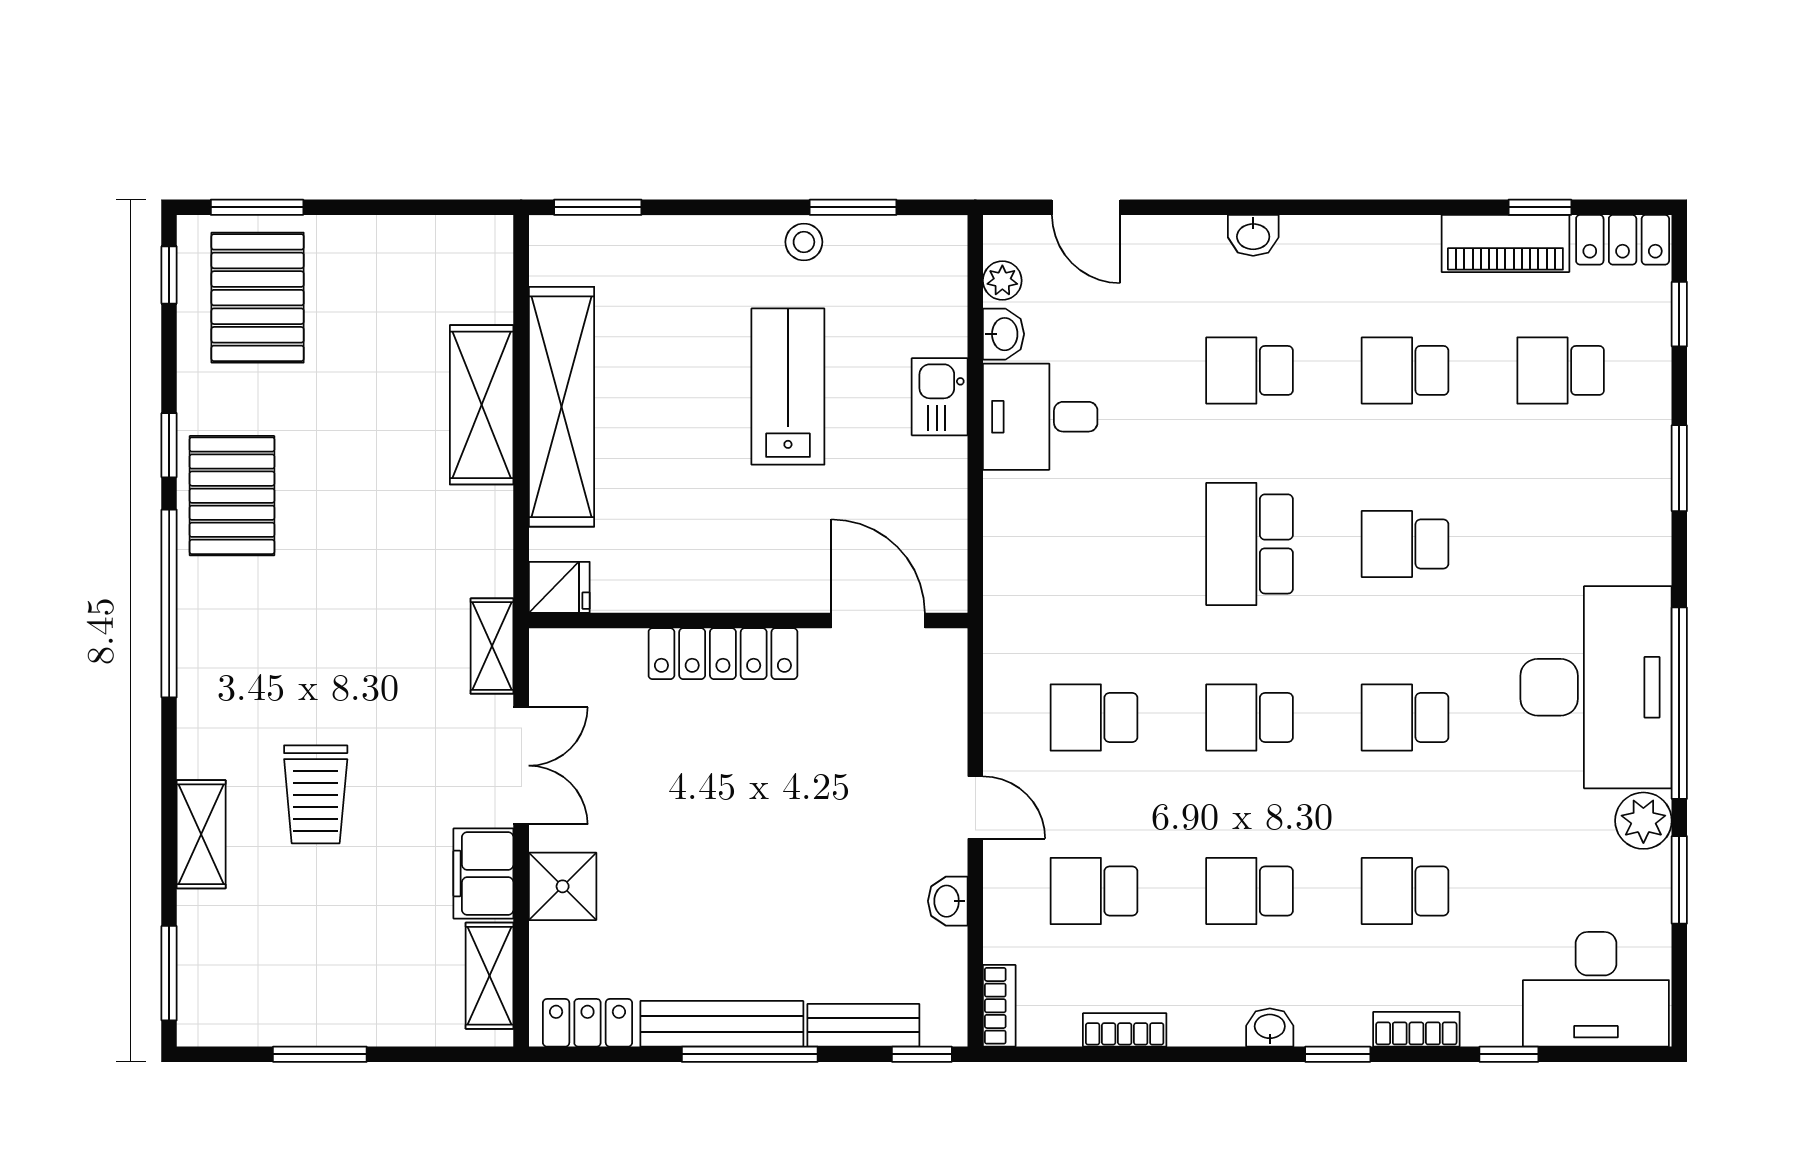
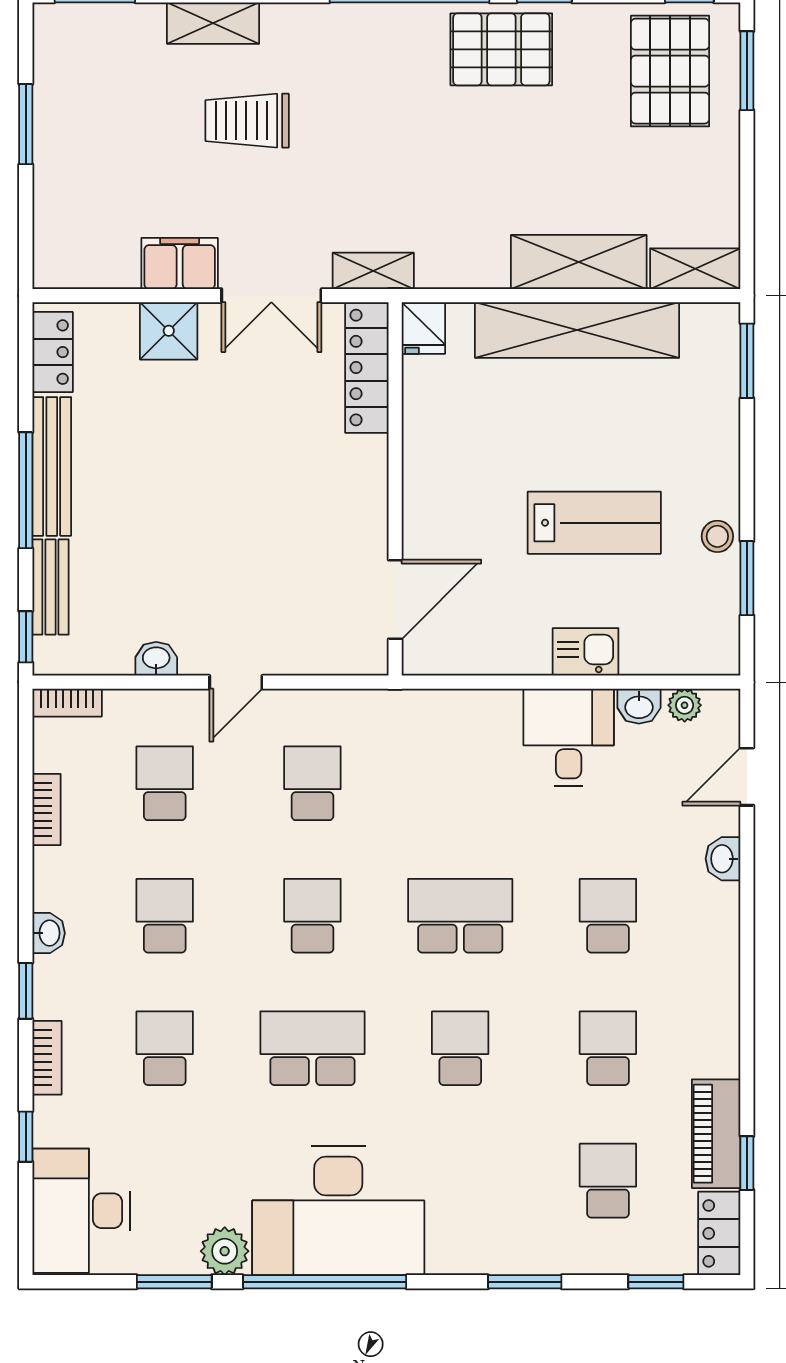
washbasin: (1253, 235) -> (723, 859), moved
pallet: (258, 298) -> (670, 71), turned 90
locker: (723, 654) -> (367, 368), moved
school desk: (1405, 717) -> (312, 1048), width x1.85
shelving: (490, 976) -> (695, 269), moved

